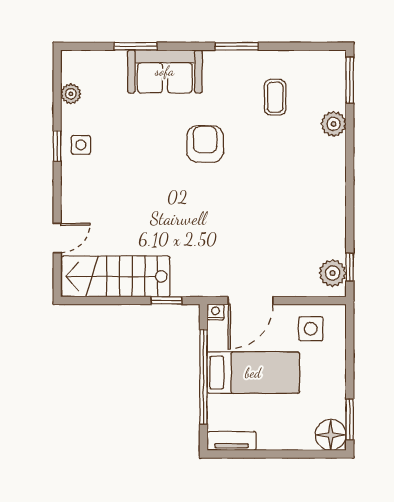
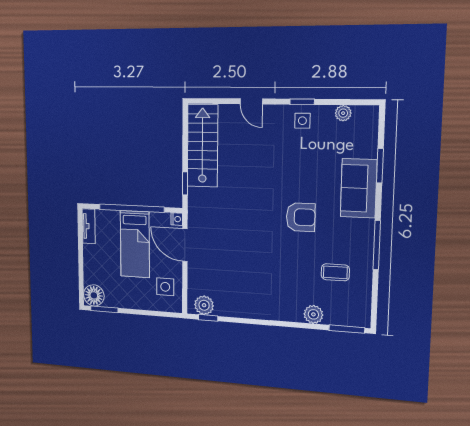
window: (236, 46) -> (377, 245), width x1.44
door: (57, 238) -> (251, 101), moved

